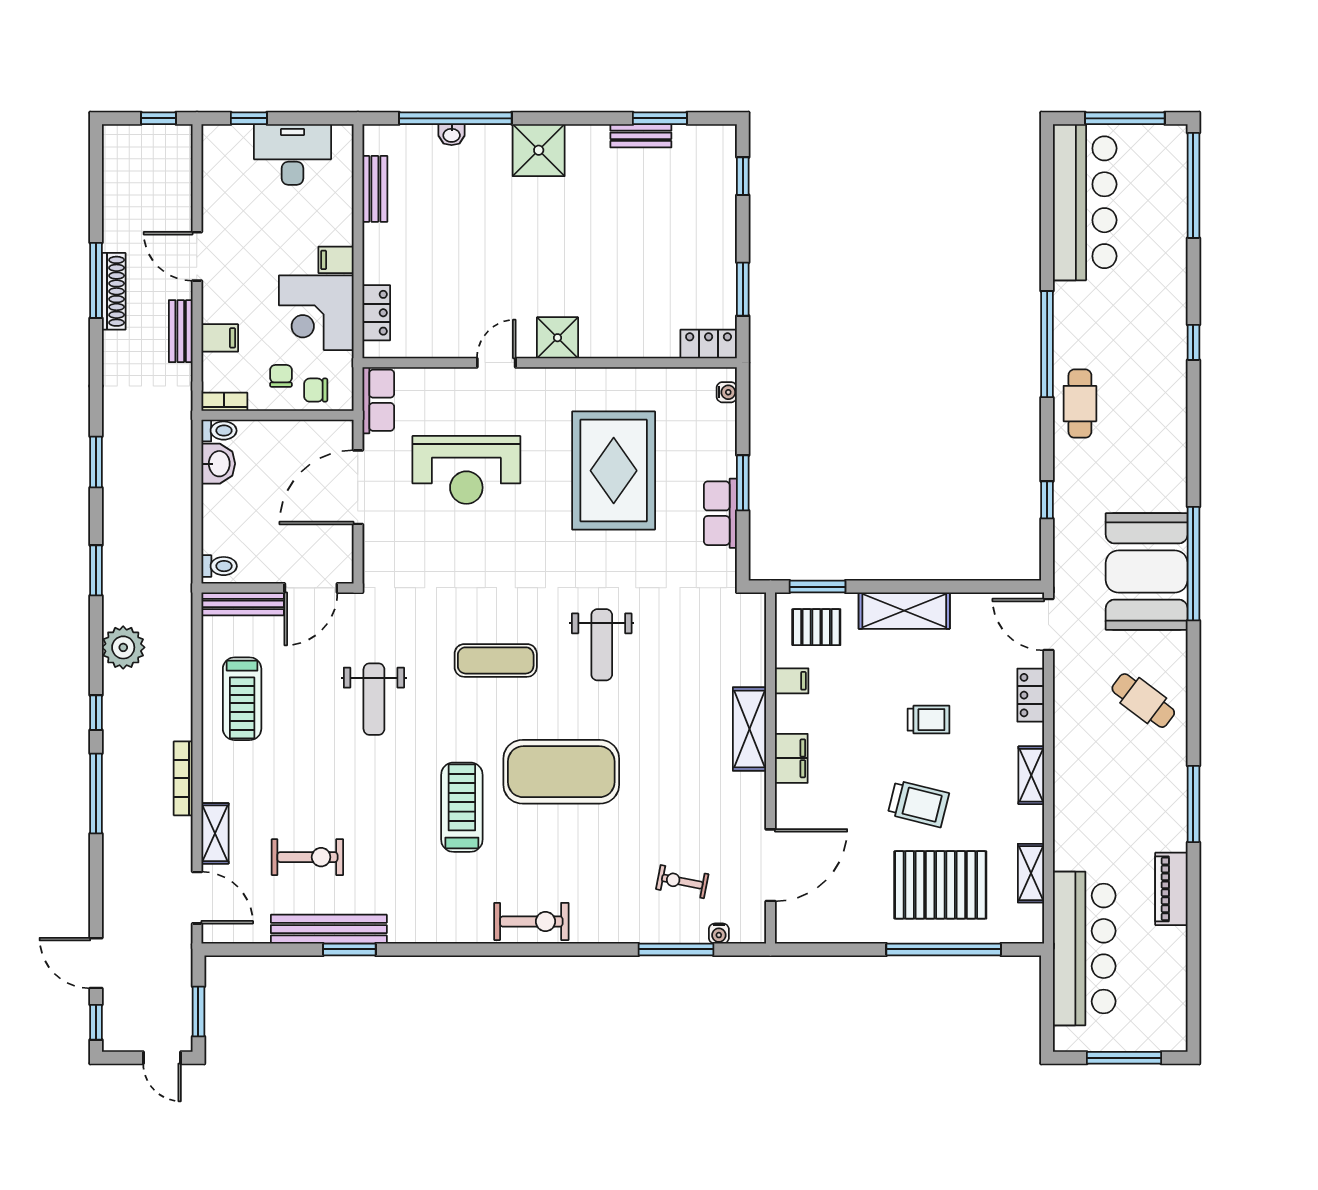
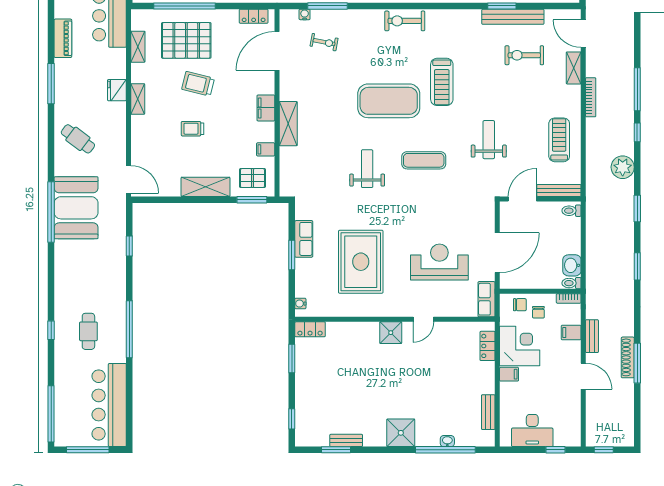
cafe table: (1080, 404) -> (88, 331), moved
locker: (1031, 695) -> (254, 16), moved, turned 90
fridge: (1070, 792) -> (117, 90), added

